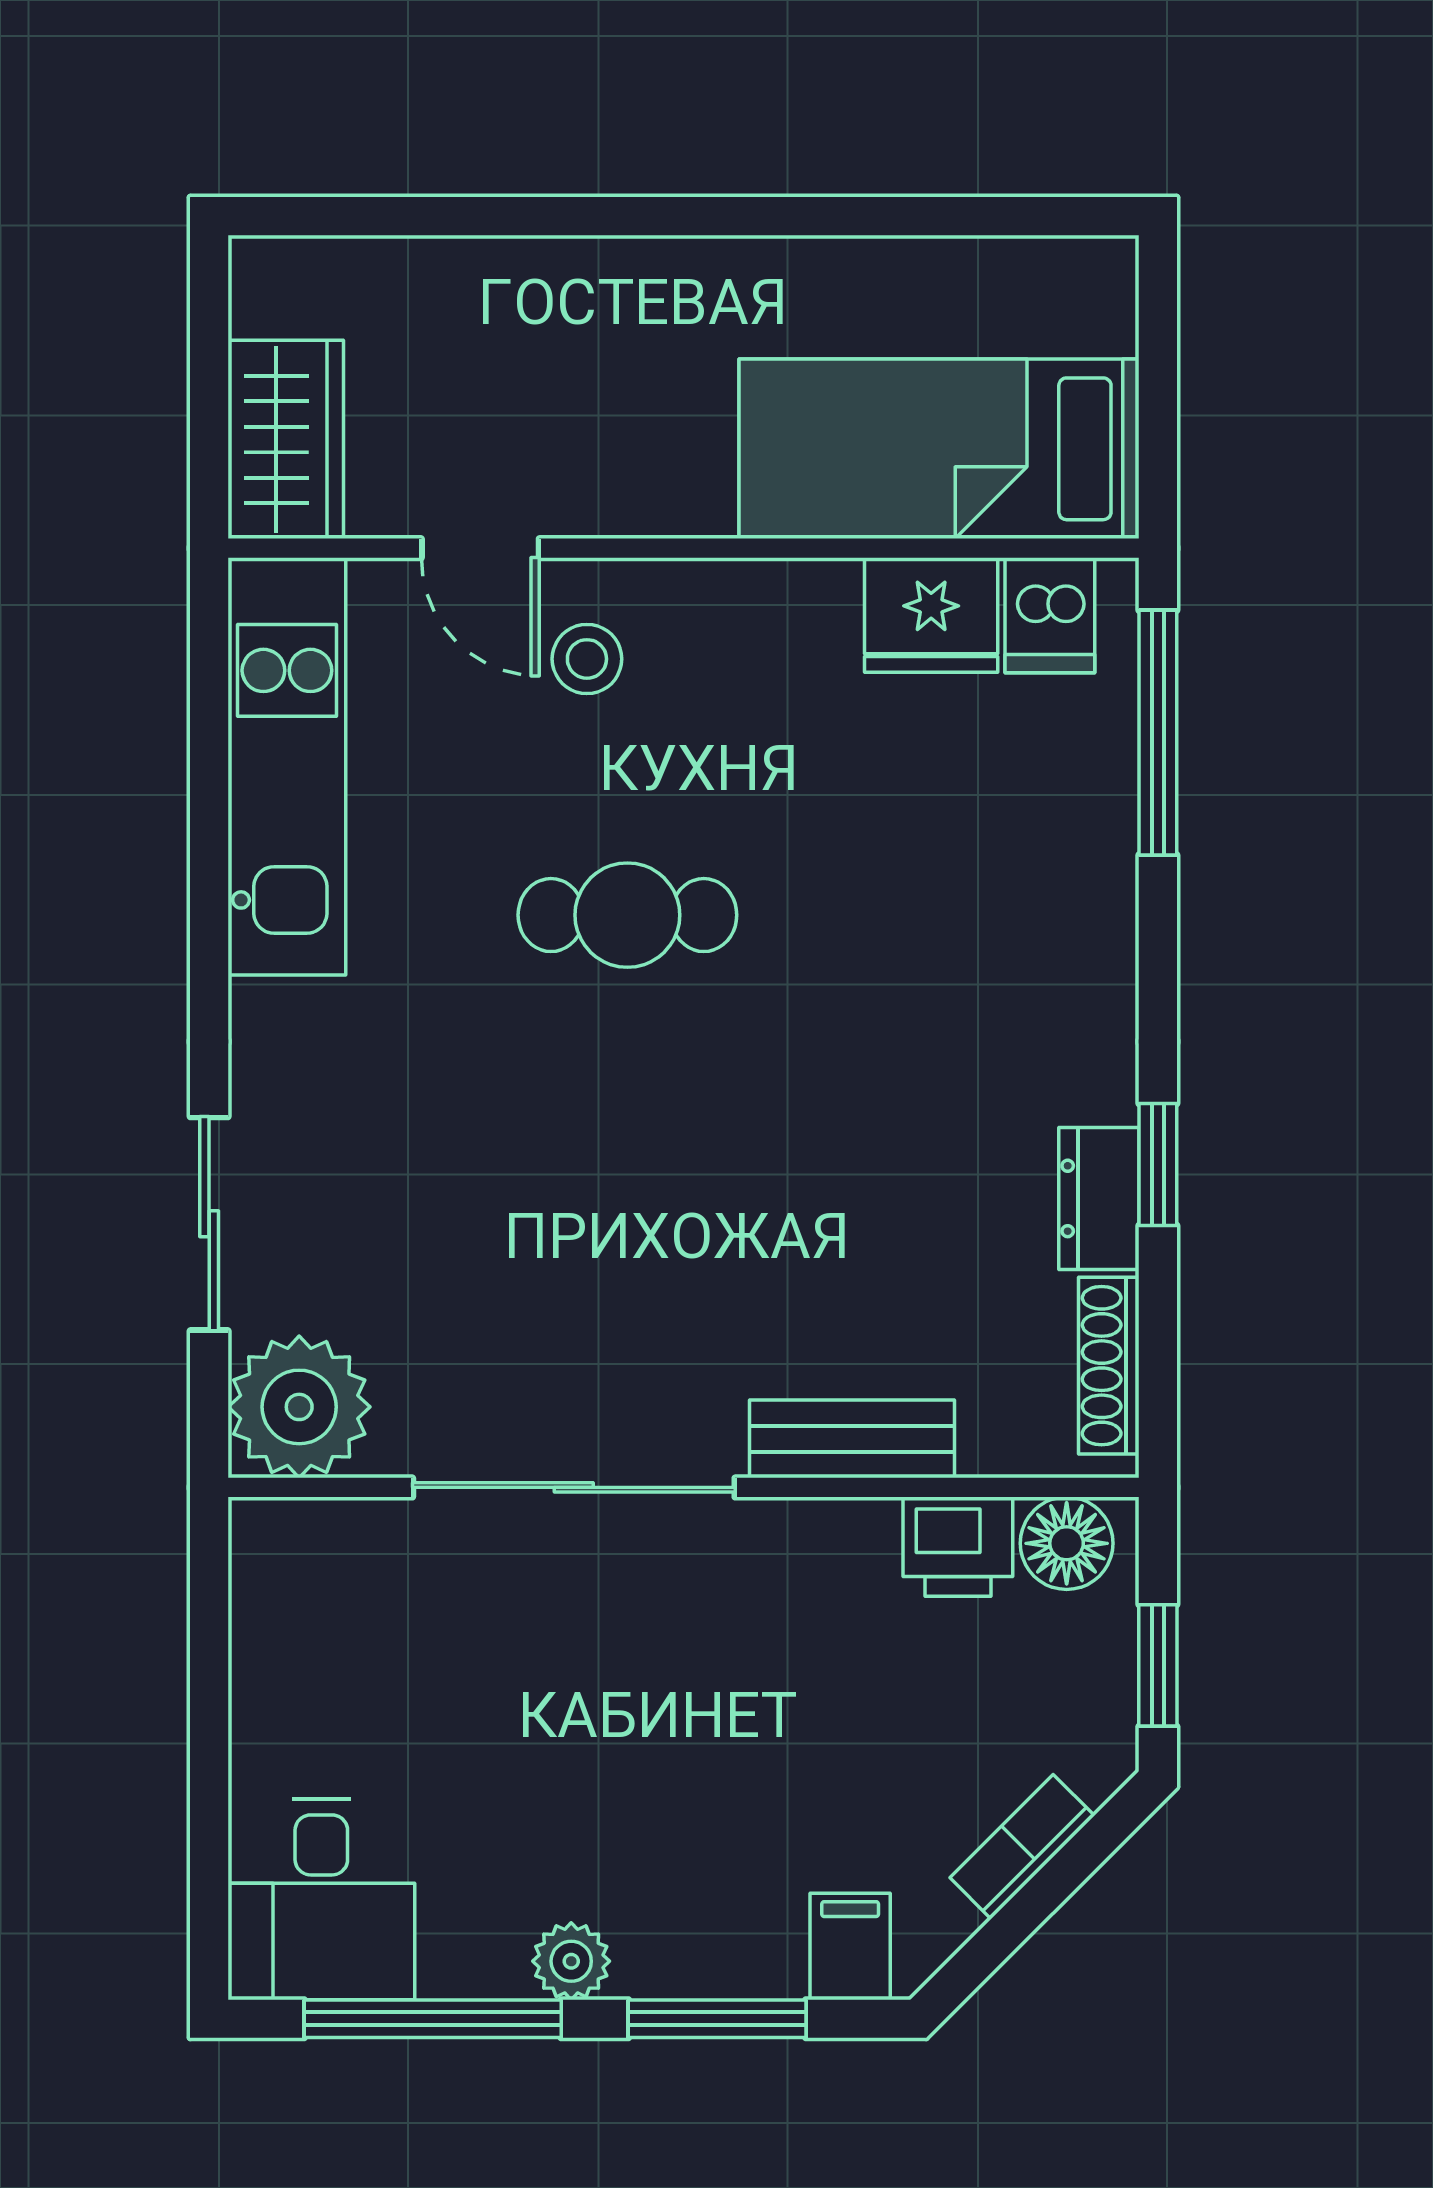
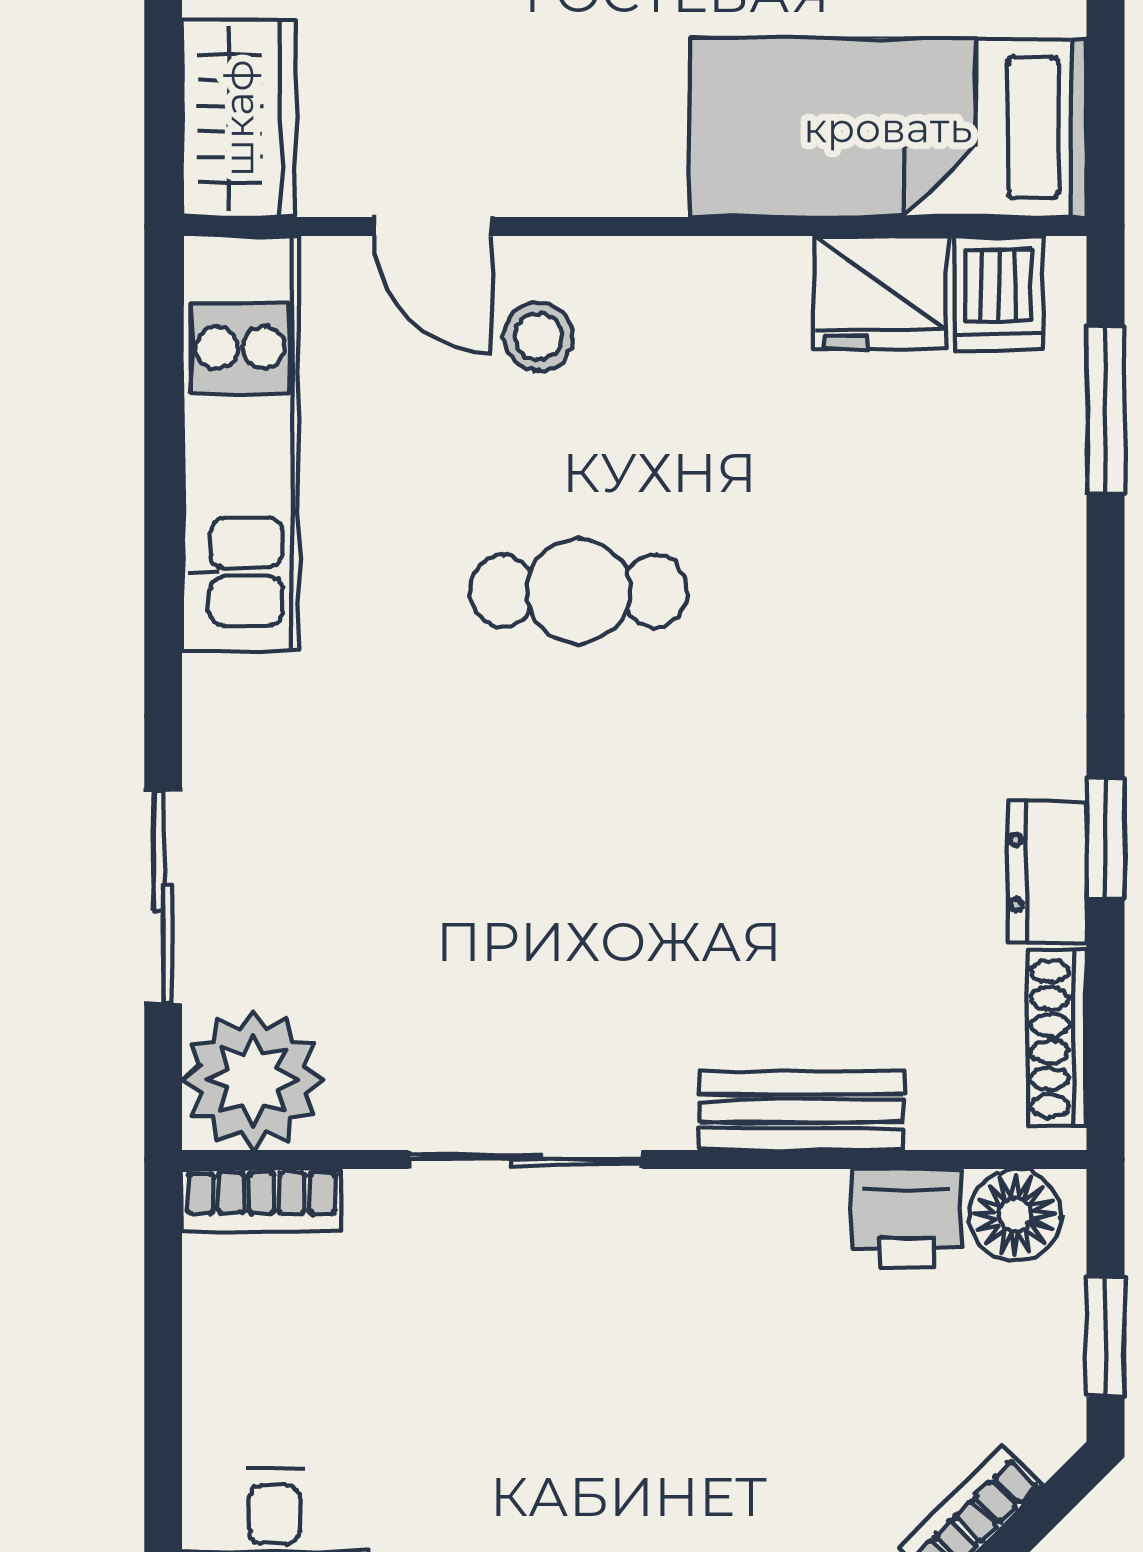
window: (1158, 733) -> (1106, 410), width x0.69
sliding door: (574, 1487) -> (525, 1159), width x0.73
bookcase: (308, 1529) -> (261, 1201), added

